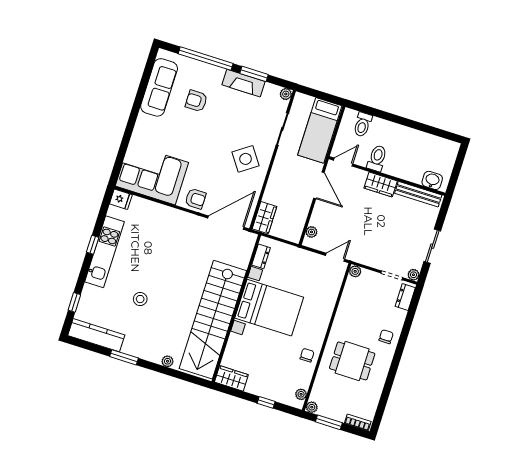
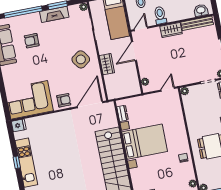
door: (319, 185) -> (134, 51), swing flipped
wardrobe: (265, 218) -> (107, 64), moved
stool: (140, 299) -> (64, 179), removed

